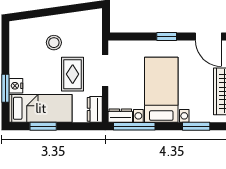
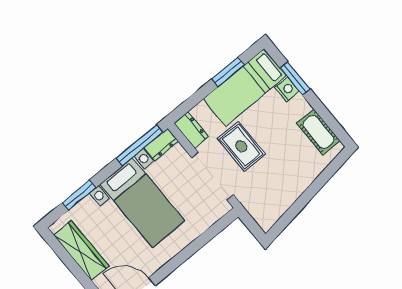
window: (167, 37) -> (180, 259), removed
stool: (54, 43) -> (285, 162), removed
cot: (18, 44) -> (318, 132), added
doorway: (105, 70) -> (213, 176), width x1.36

